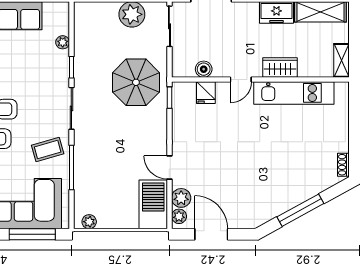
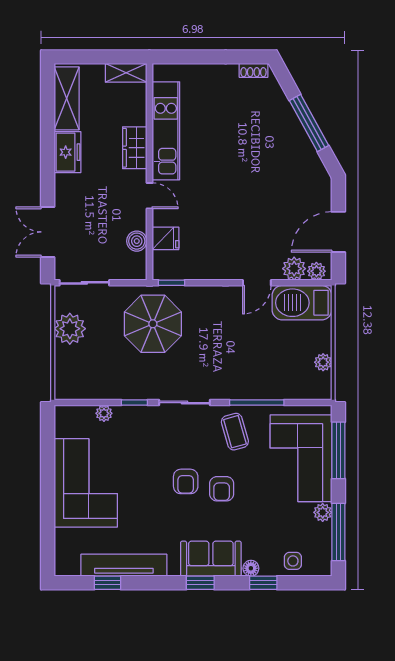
plant: (89, 222) -> (323, 362), moved

